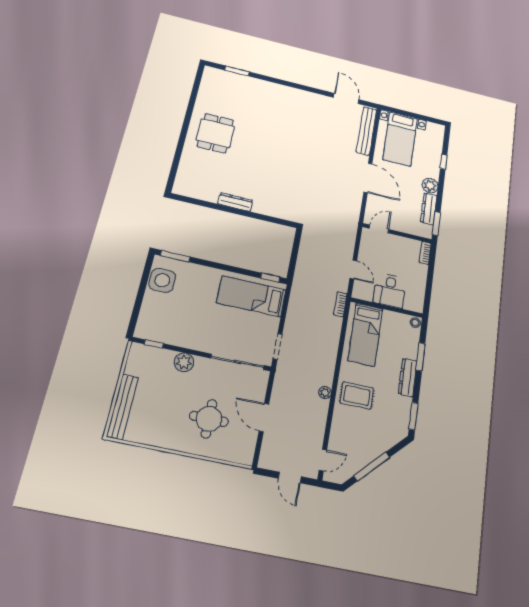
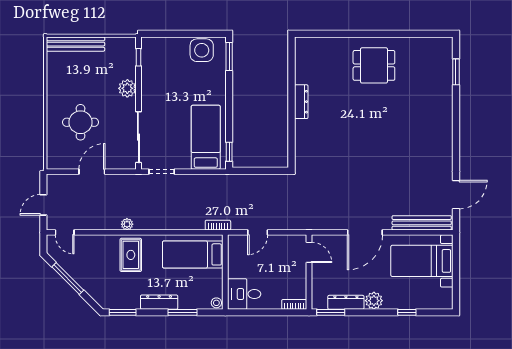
desk: (390, 291) -> (244, 294), moved

